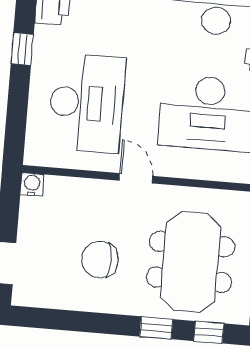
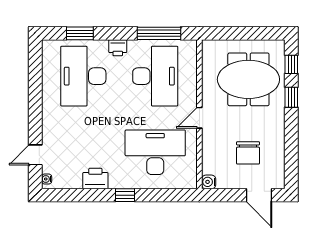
chair: (100, 260) -> (248, 153), moved

